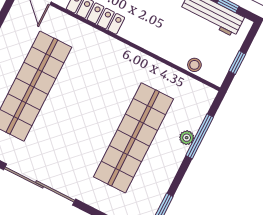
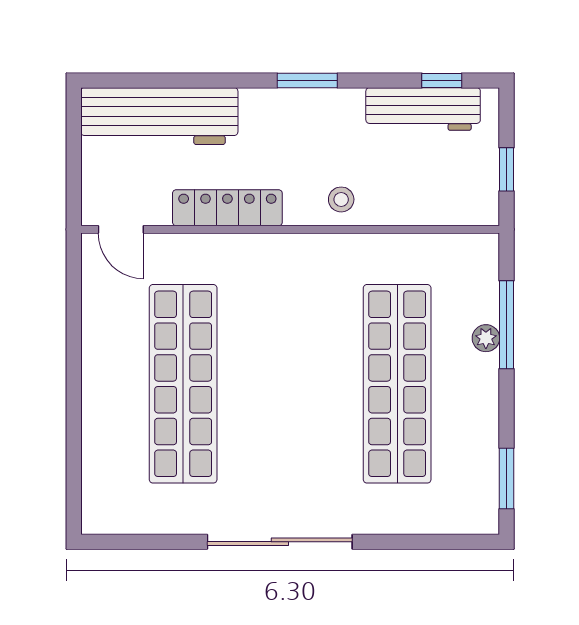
stool: (194, 65) -> (341, 199), moved

